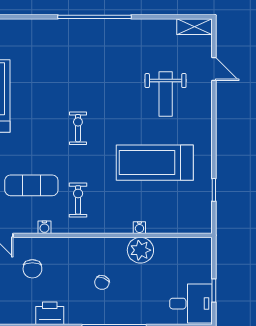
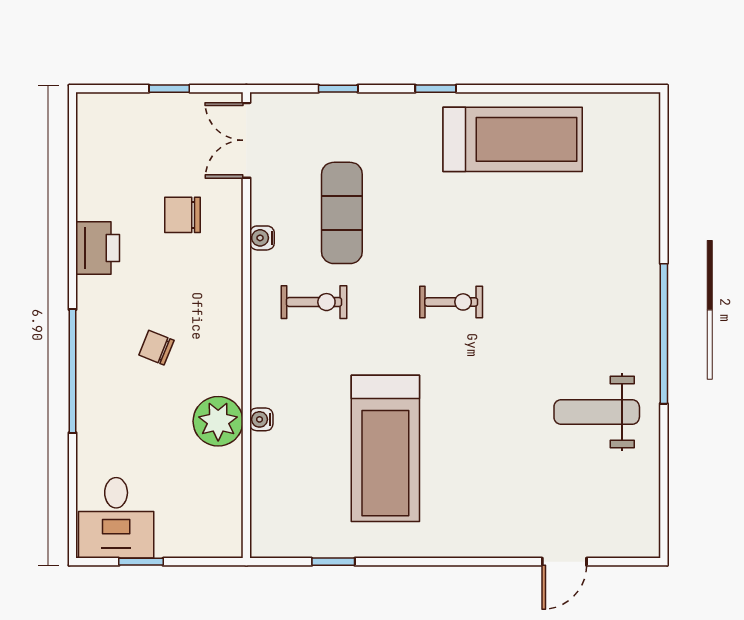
shelving: (195, 27) -> (645, 525), removed
weight bench: (166, 94) -> (597, 412), moved
treadmill: (155, 163) -> (385, 448), turned 180

